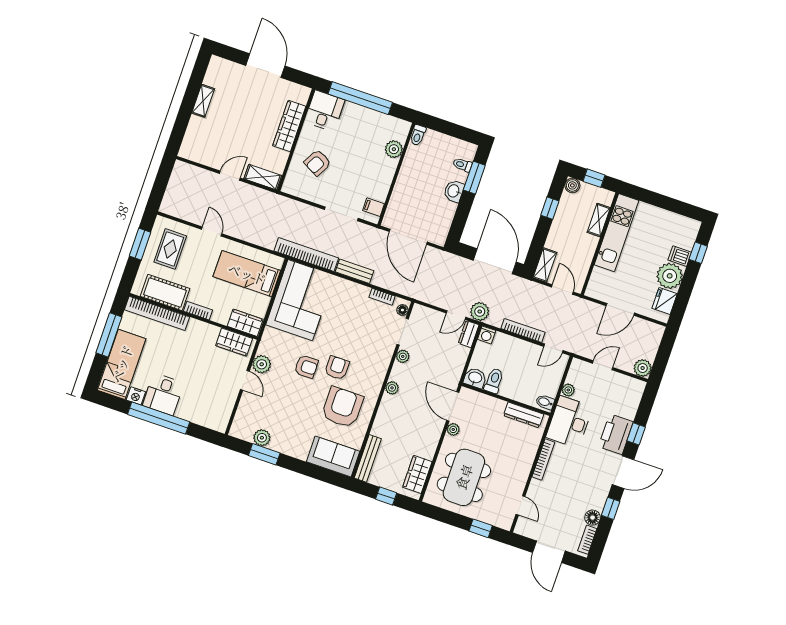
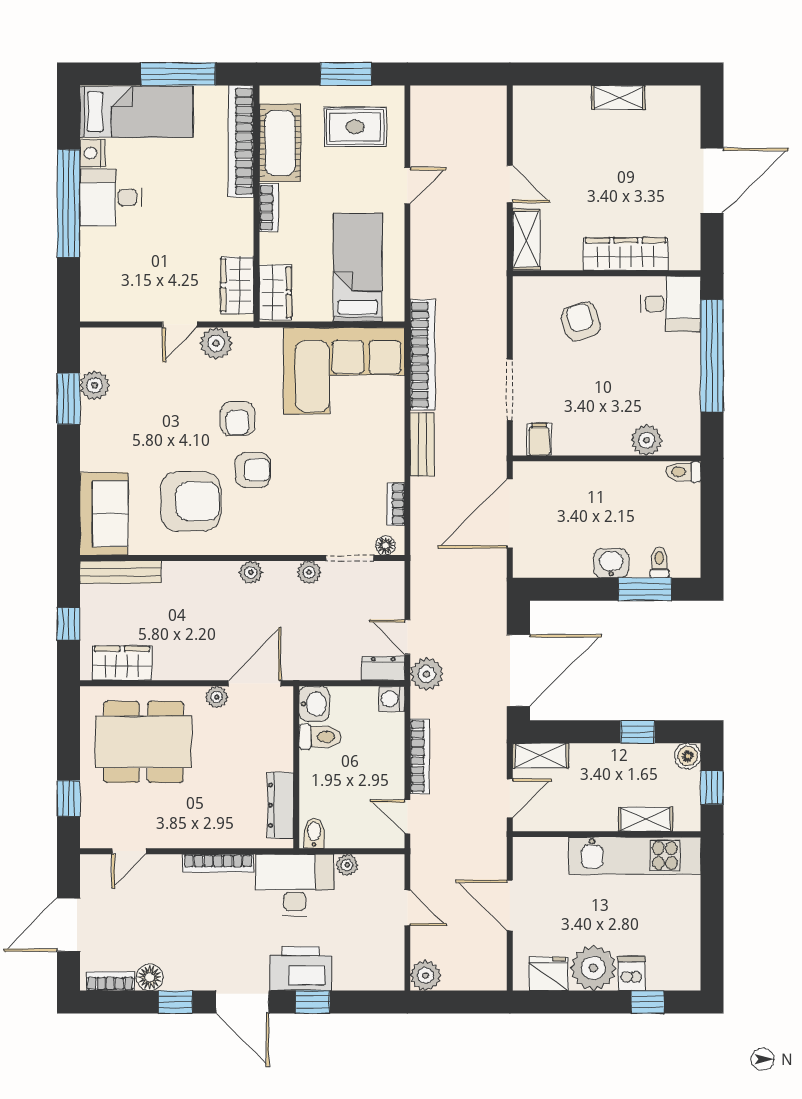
armchair: (317, 163) -> (581, 322), turned 45

